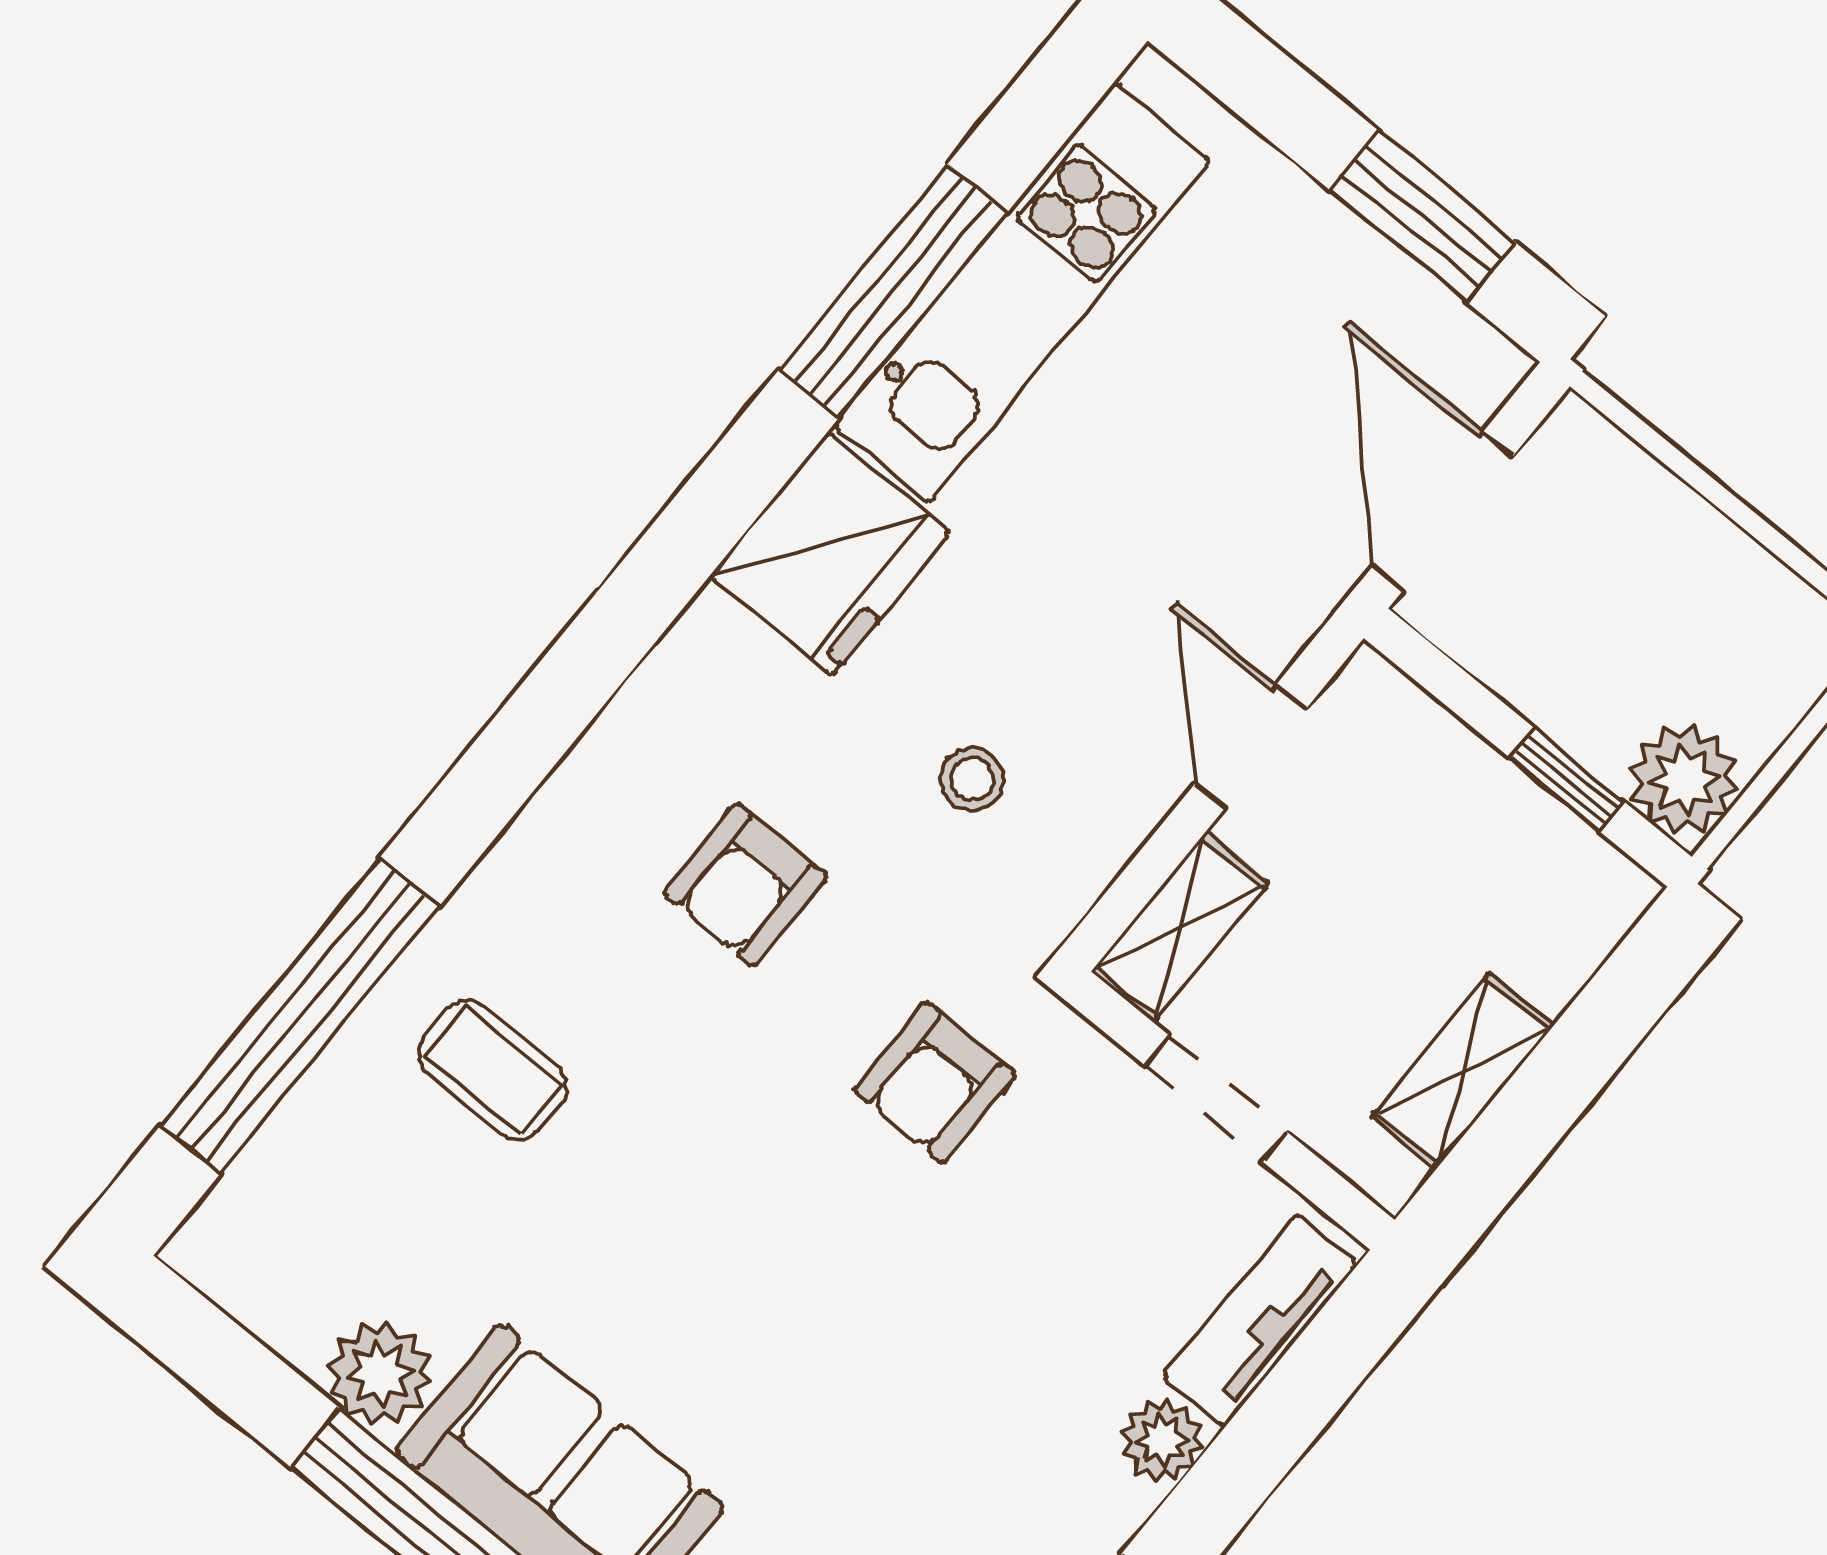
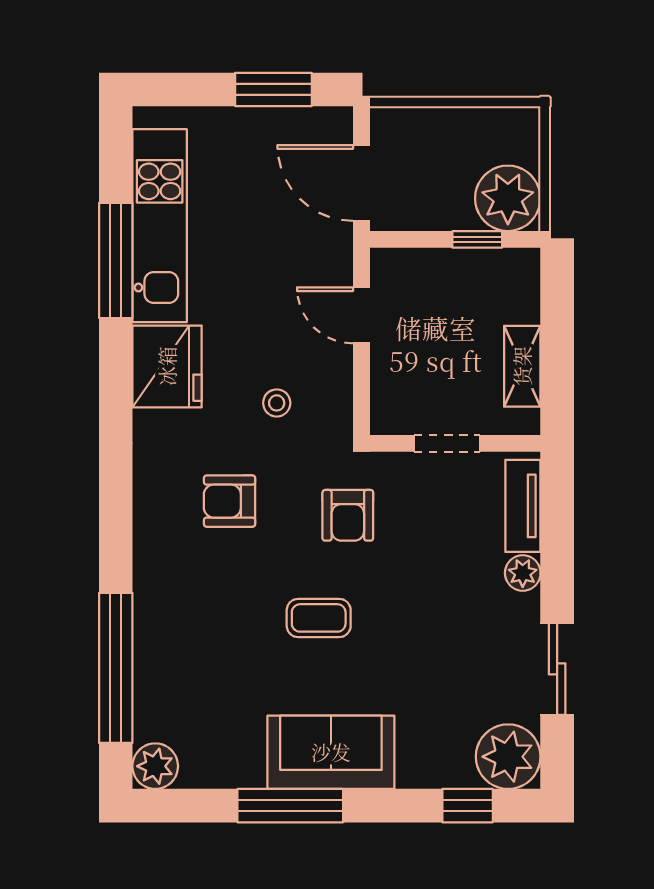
plant: (1684, 779) -> (508, 198), width x1.36, depth x1.36
armchair: (745, 885) -> (230, 501), turned 90
shelving: (1180, 927) -> (388, 396), removed
coffee table: (493, 1070) -> (319, 618), moved
plant: (380, 1374) -> (155, 766), moved

